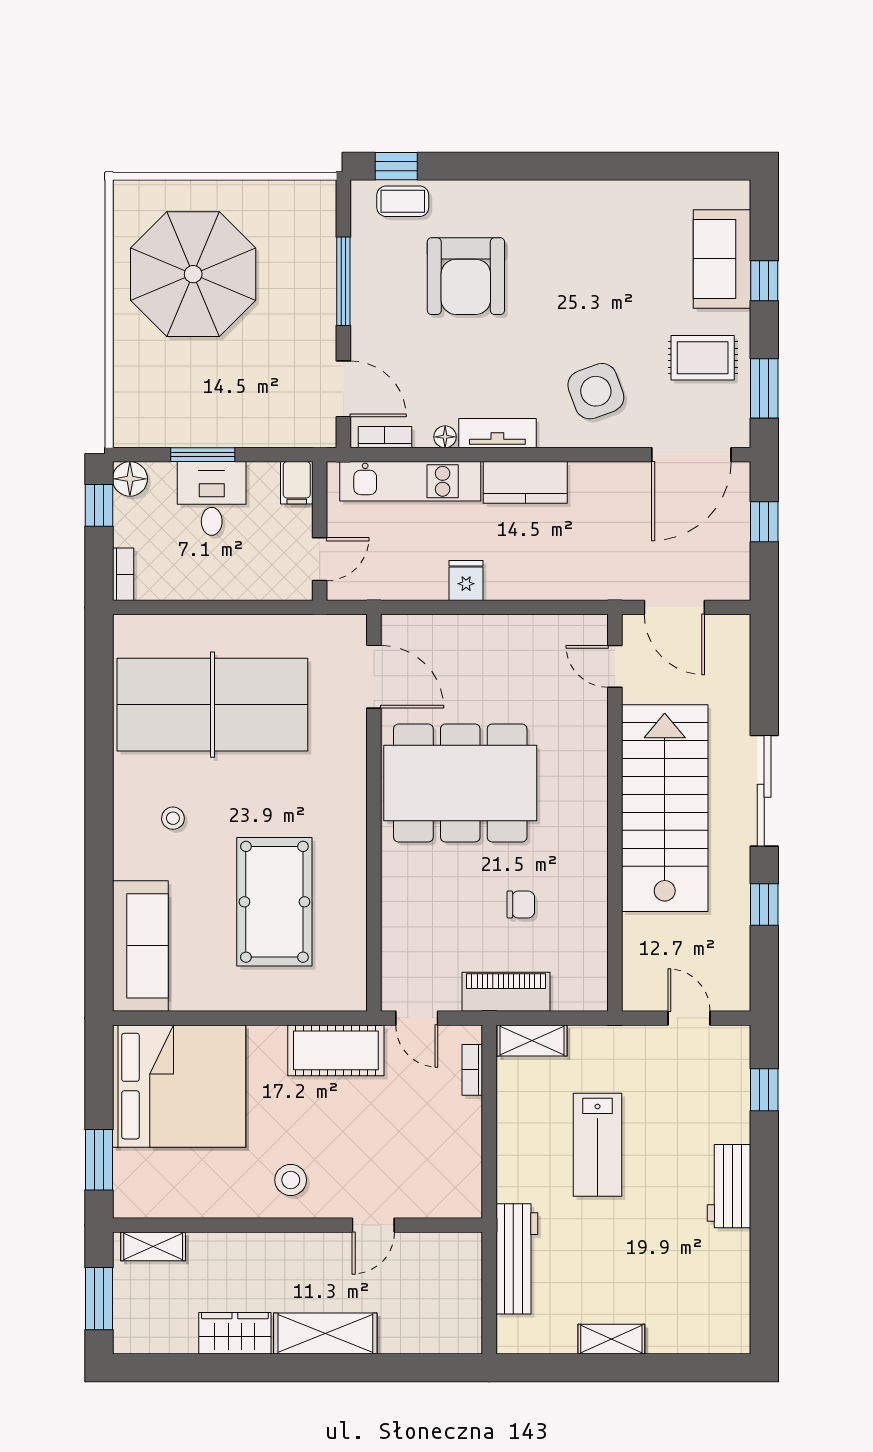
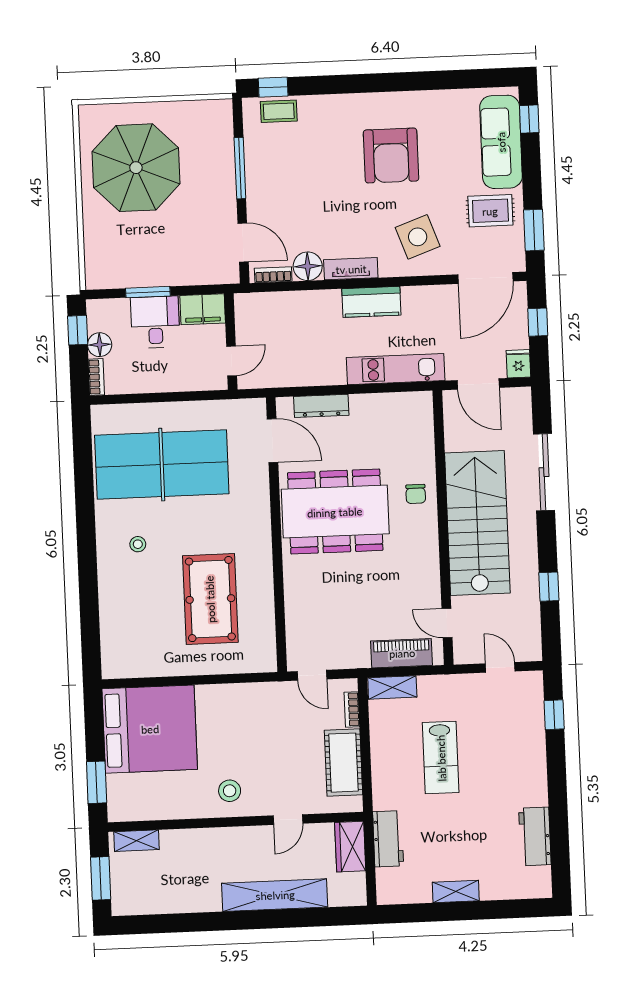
sofa: (722, 259) -> (501, 142), width x1.36
armchair: (466, 276) -> (391, 156), moved
window: (764, 281) -> (529, 119), moved
floor lamp: (445, 437) -> (308, 266), width x1.89, depth x1.89
floor lamp: (130, 479) -> (100, 345), moved
kitchen unit: (410, 481) -> (396, 369), moved, turned 180
filing cabinet: (297, 483) -> (203, 309), width x2.00
fridge: (466, 580) -> (518, 364), moved
dresser: (446, 630) -> (321, 406), added
door: (615, 666) -> (447, 623), moved
sliding door: (764, 791) -> (544, 472), moved
chair: (521, 904) -> (416, 494), moved, turned 90
sofa: (140, 946) -> (119, 633), removed
piano: (506, 992) -> (402, 653), moved
cot: (336, 1050) -> (343, 763), moved, turned 90
workbench: (729, 1186) -> (535, 836), moved
workbench: (517, 1259) -> (388, 839), width x0.73
wardrobe: (235, 1333) -> (350, 847), moved, turned -90
shelving: (325, 1333) -> (275, 895), width x1.47

